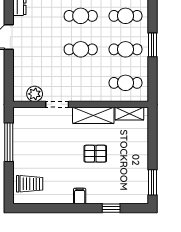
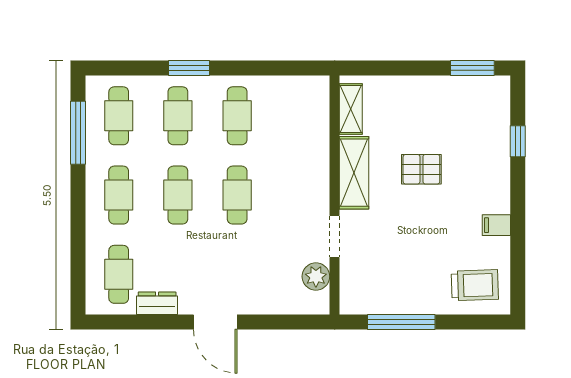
window: (153, 45) -> (189, 68), moved
cafe table: (126, 83) -> (296, 116), removed
pallet: (95, 154) -> (421, 169), turned 90
trolley: (30, 184) -> (475, 285), turned 88
filing cabinet: (80, 196) -> (496, 225), moved

